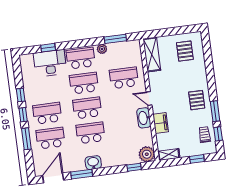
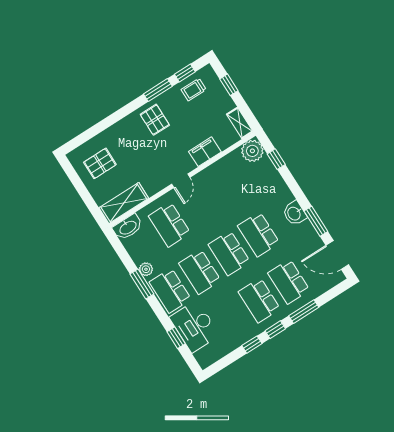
window: (115, 39) -> (142, 284), moved
pallet: (197, 100) -> (155, 120), turned 90
washbasin: (144, 118) -> (128, 227), moved

